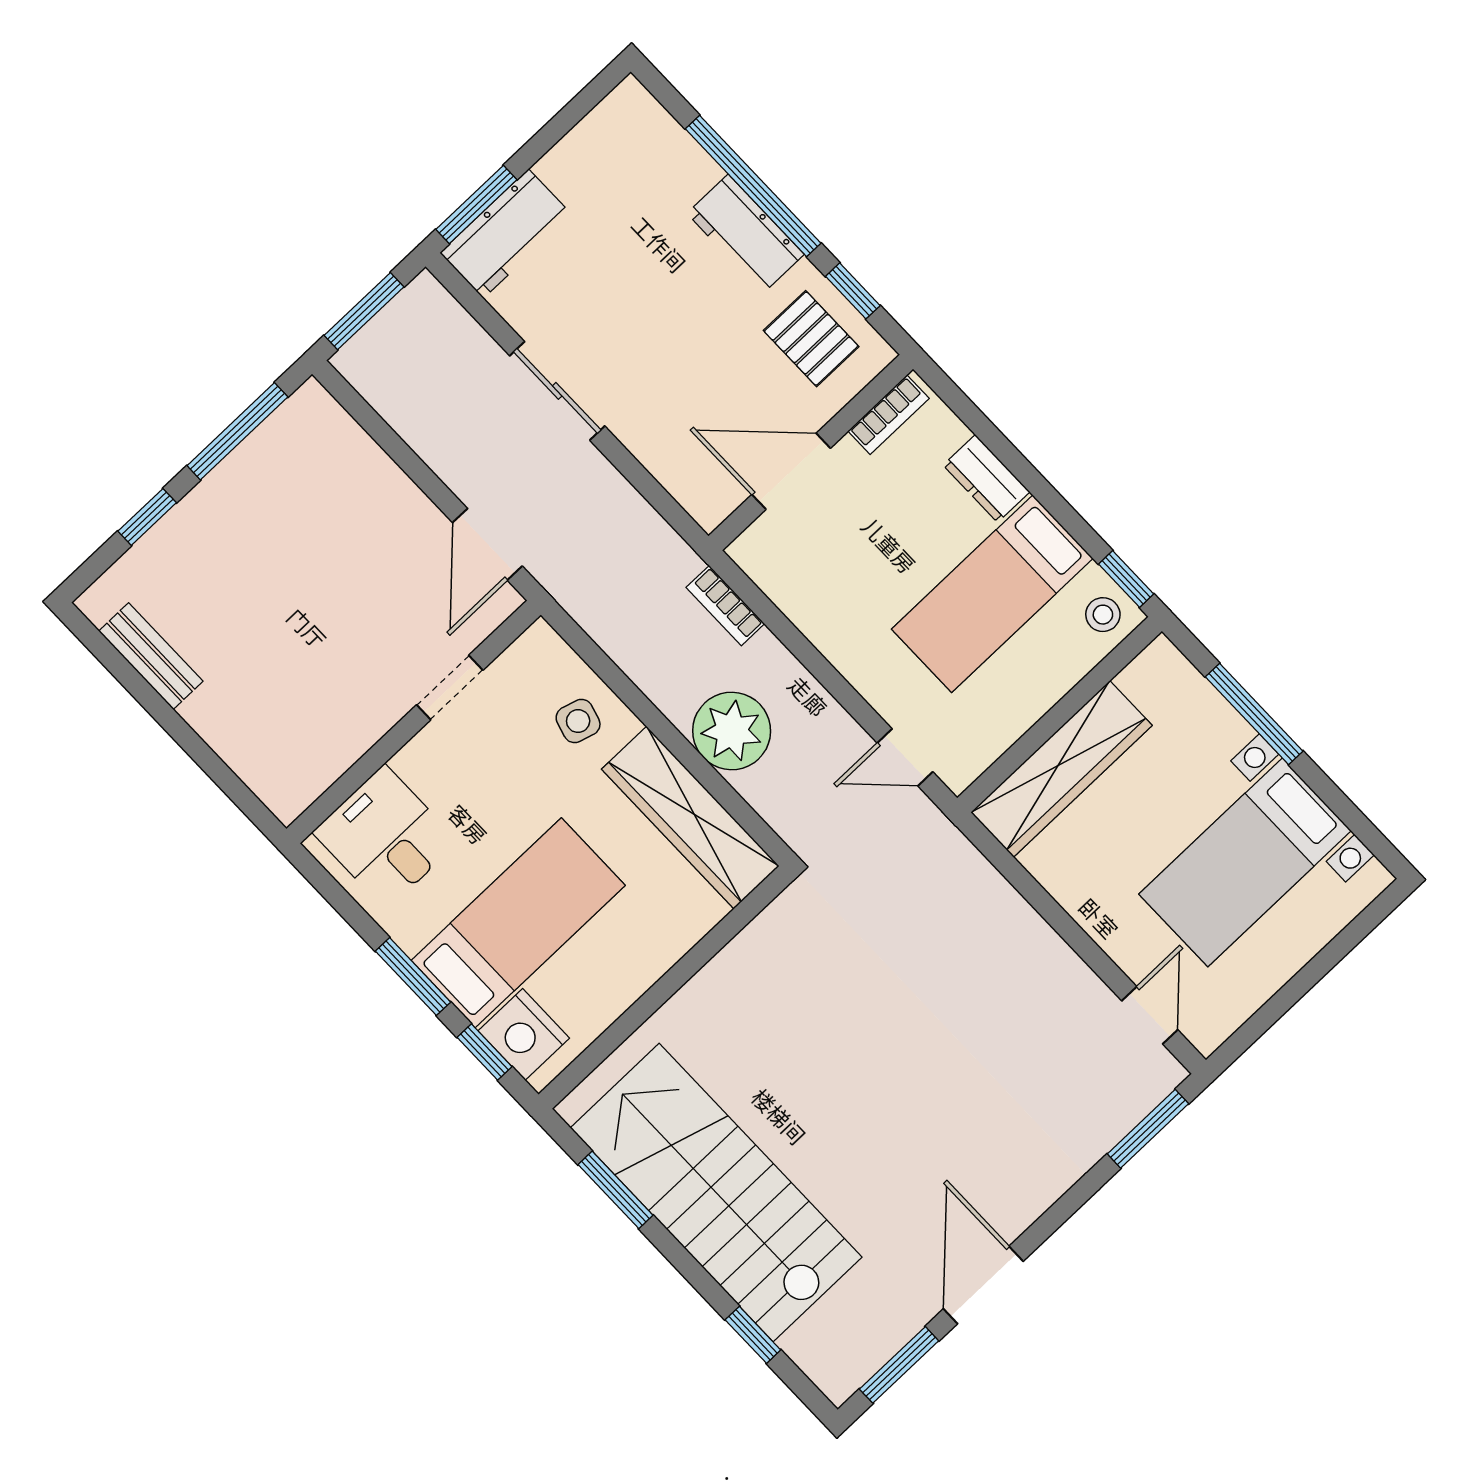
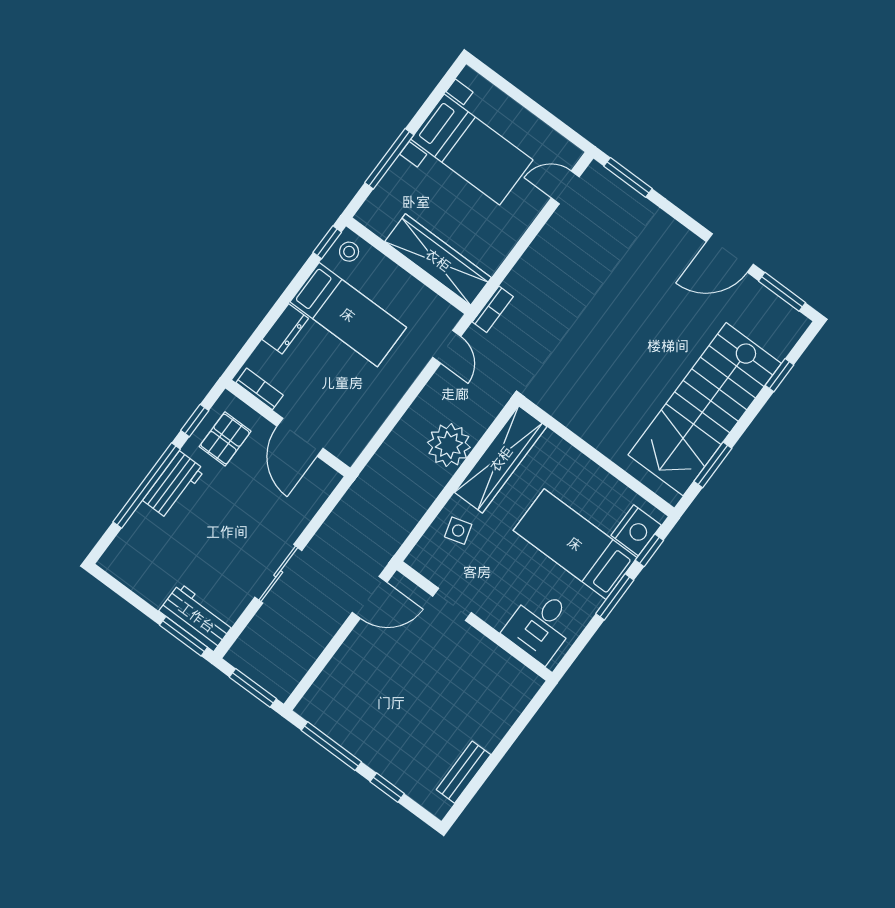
bookcase: (725, 606) -> (493, 309), moved
side table: (578, 721) -> (458, 531), turned -32

